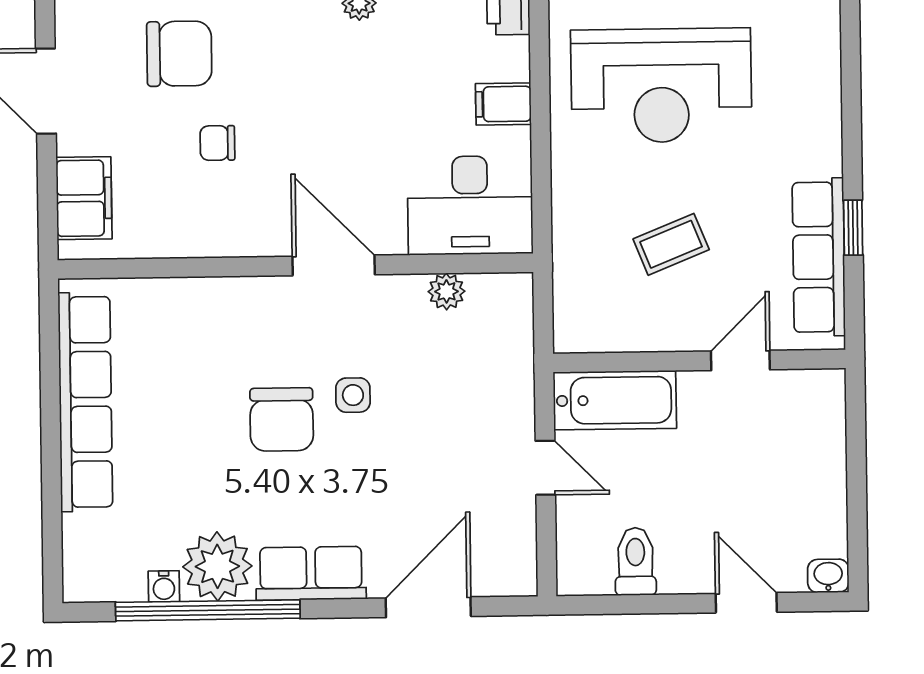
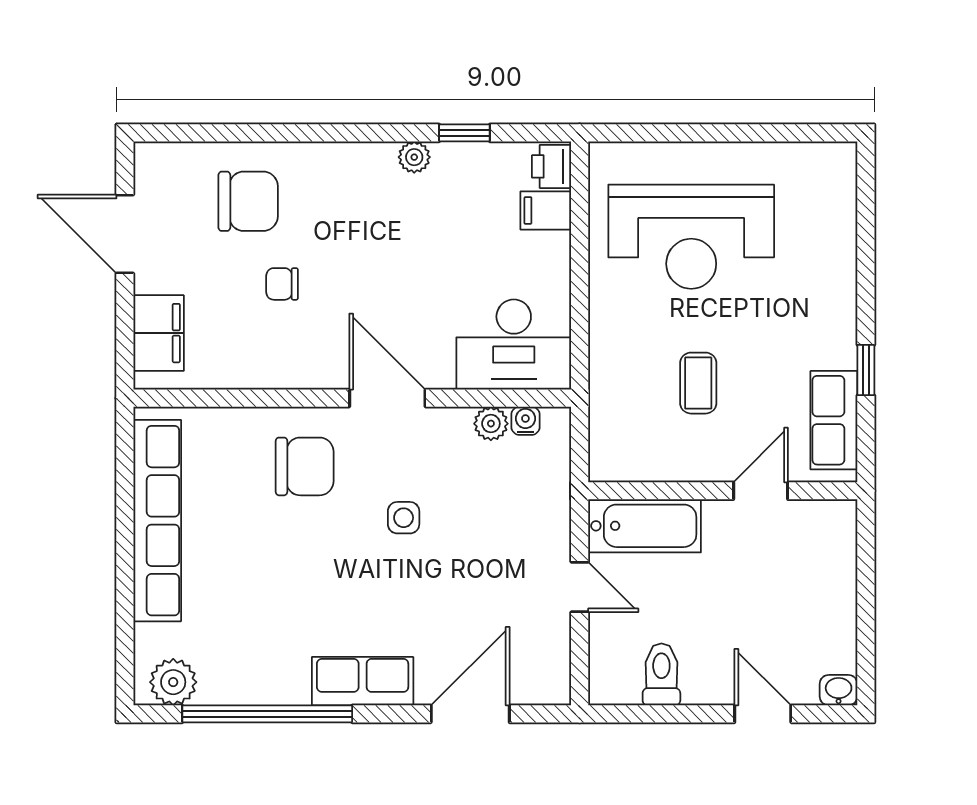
filing cabinet: (503, 104) -> (546, 210), moved
coffee table: (671, 244) -> (698, 383), turned -68
row of seats: (819, 257) -> (834, 420), width x0.68
chair: (282, 419) -> (305, 466), moved, turned -90
plant: (217, 566) -> (173, 682), moved, width x0.73, depth x0.73
water cooler: (164, 586) -> (525, 421), moved, turned 180

